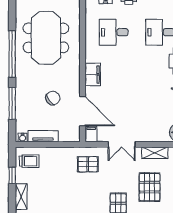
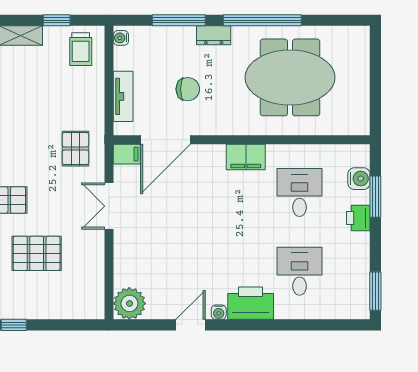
filing cabinet: (93, 74) -> (246, 157), moved
dresser: (21, 83) -> (214, 35), added
chair: (53, 98) -> (188, 89), turned -54
tv unit: (43, 136) -> (123, 96), moved
shelving: (155, 153) -> (95, 262), removed

